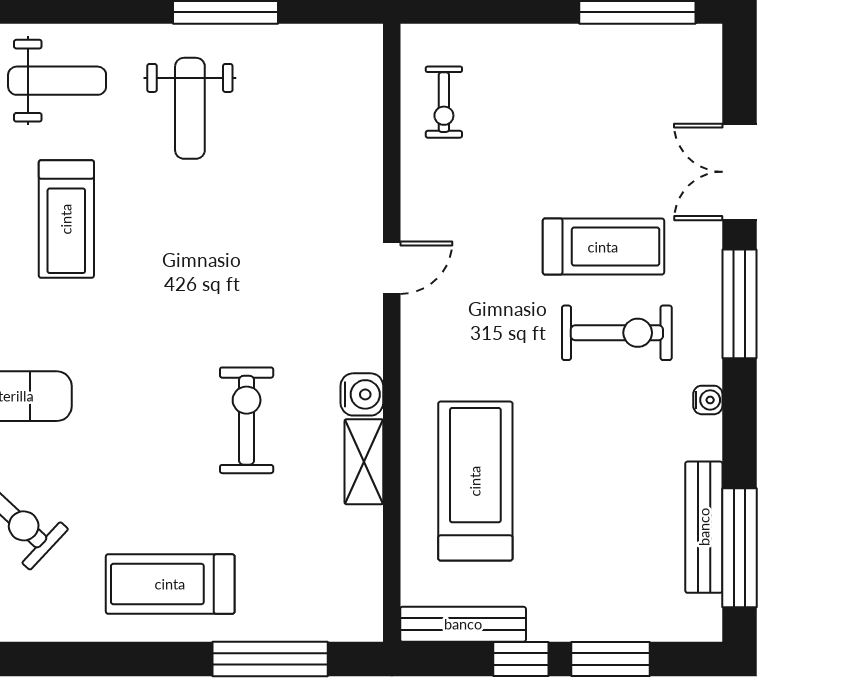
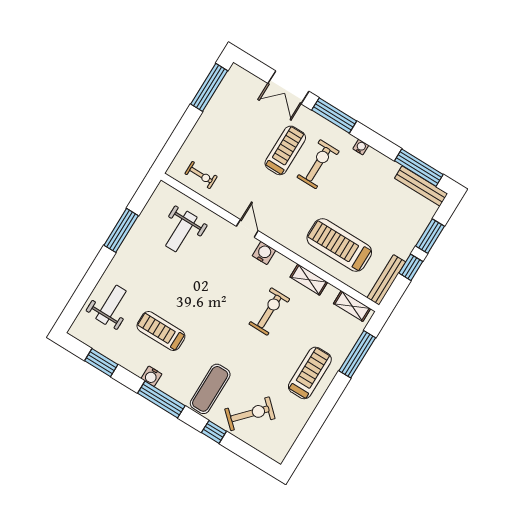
weight bench: (190, 108) -> (181, 232), moved, turned 90
treadmill: (66, 219) -> (161, 331), turned 180
water cooler: (362, 394) -> (264, 253), moved
exercise bike: (247, 420) -> (269, 311), turned 90
bench: (704, 527) -> (421, 186), moved
treadmill: (170, 584) -> (310, 373), turned 180
shelving: (364, 586) -> (352, 306), added

